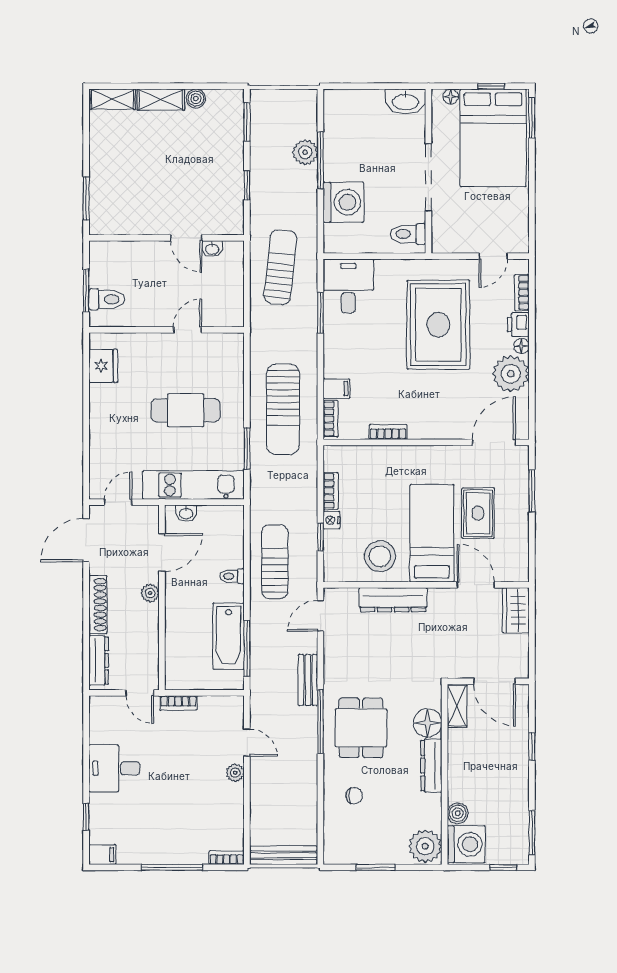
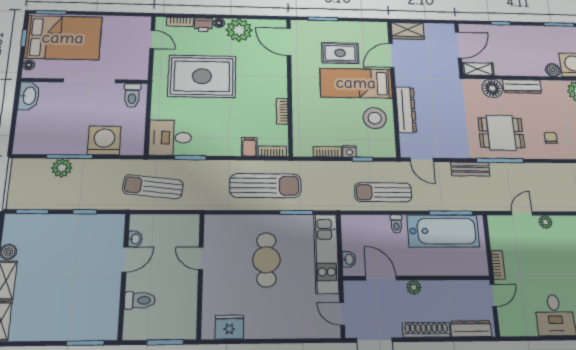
toilet: (107, 299) -> (140, 300), moved, turned 90
bathtub: (229, 636) -> (443, 231), width x1.36, depth x1.36

